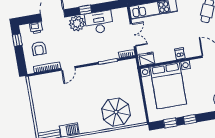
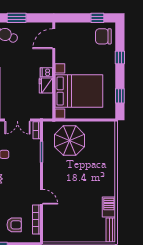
double door: (133, 35) -> (17, 120), swing flipped
fridge: (147, 59) -> (46, 85), moved
parasol: (116, 112) -> (70, 141), moved
window: (190, 119) -> (120, 57), moved

